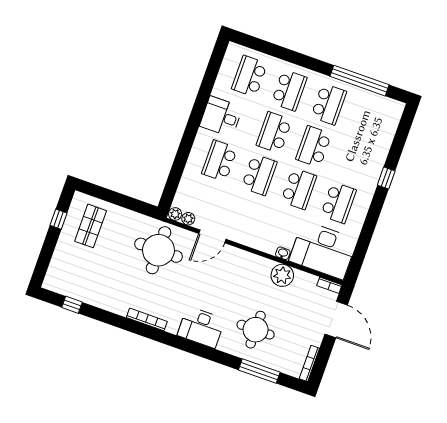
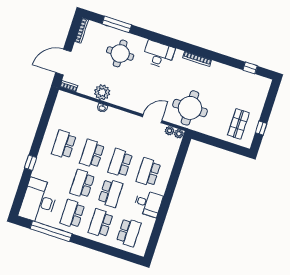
school desk: (314, 147) -> (82, 184), turned 180
school desk: (220, 161) -> (148, 172), turned 180
desk: (323, 250) -> (39, 201), moved, turned -90
door: (336, 320) -> (63, 62), hinge flipped

